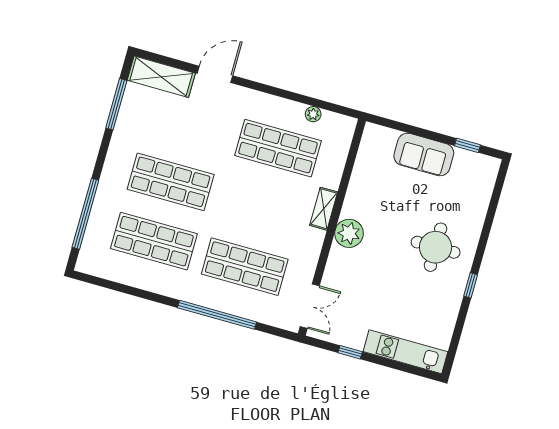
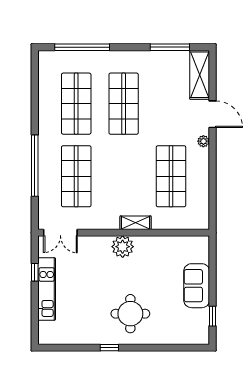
plant: (313, 114) -> (203, 141), moved
kitchen unit: (405, 352) -> (47, 289), moved

